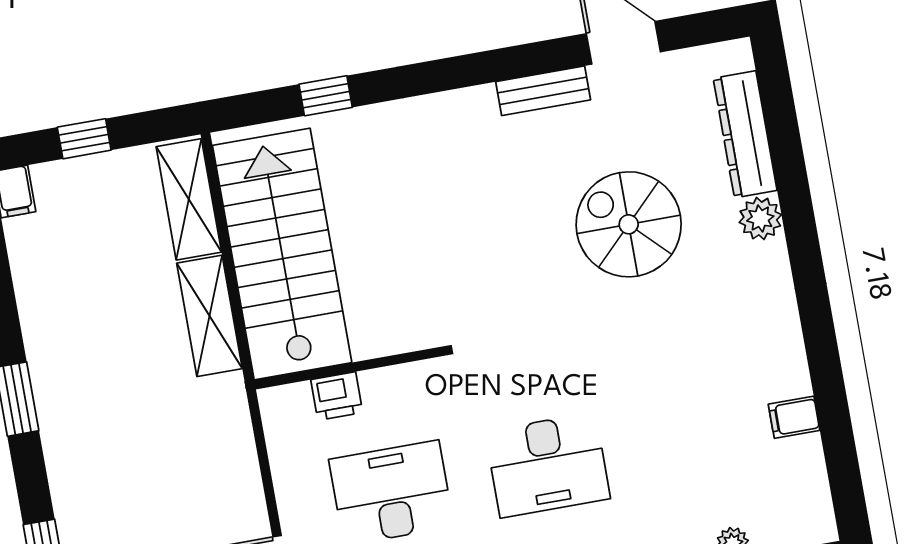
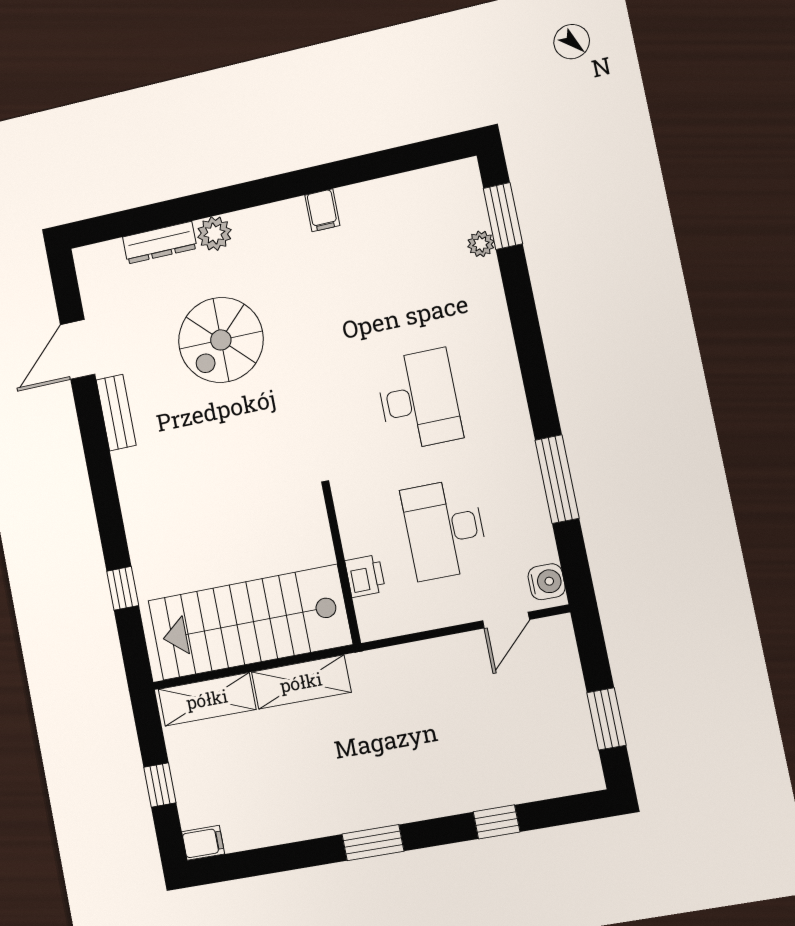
dresser: (745, 134) -> (160, 243), width x0.73, depth x0.80
filing cabinet: (794, 417) -> (322, 210), moved

